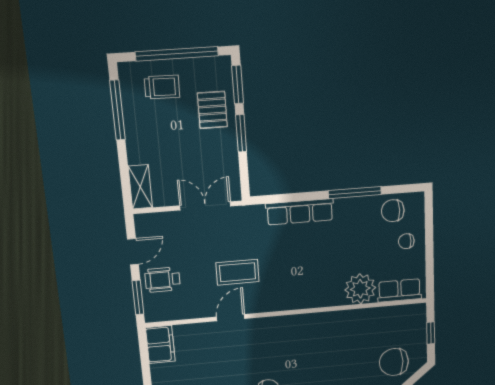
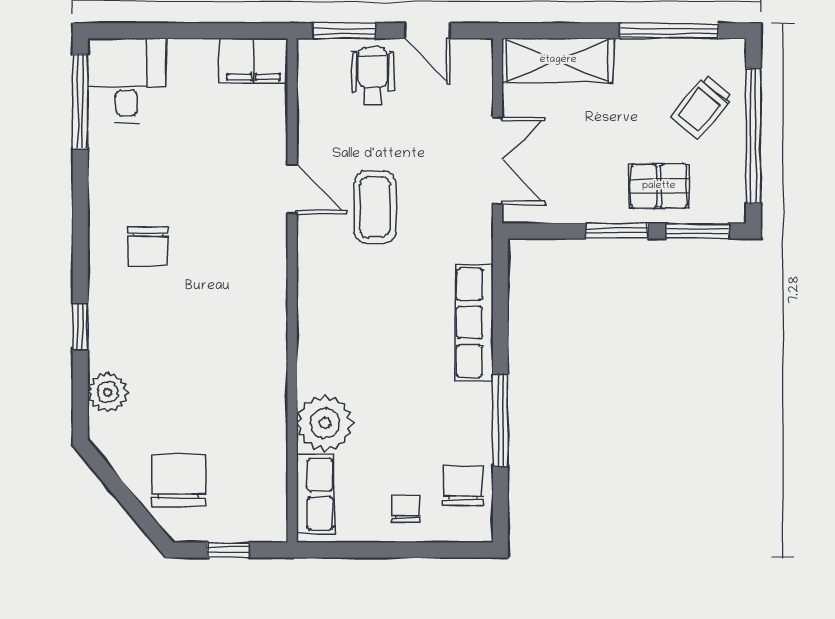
trolley: (162, 87) -> (702, 107), turned 38
shelving: (140, 187) -> (558, 60), width x1.50, depth x1.33

